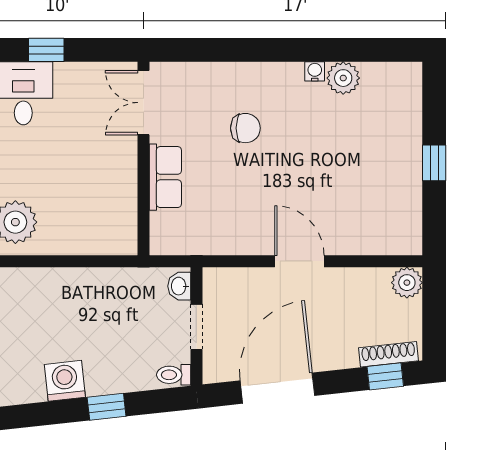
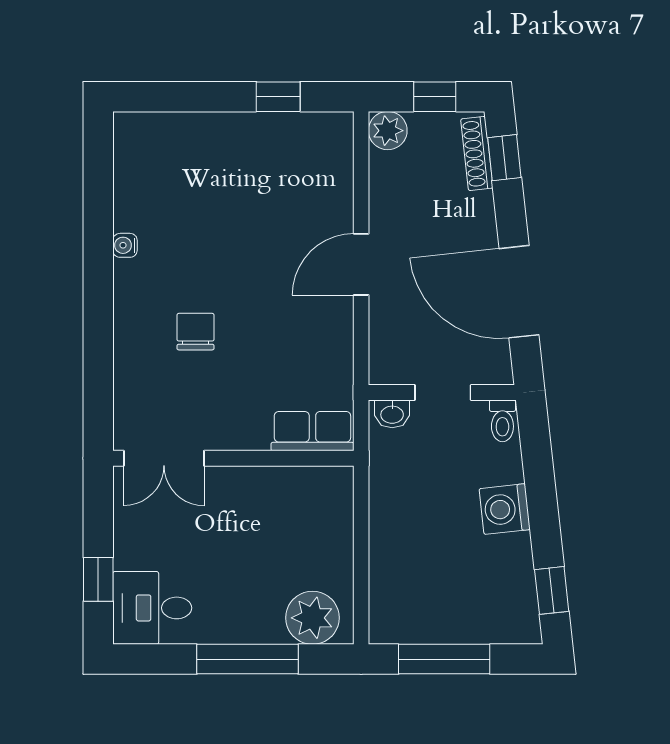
plant: (343, 78) -> (133, 210), removed
window: (434, 163) -> (278, 97), moved
row of seats: (165, 177) -> (312, 431), moved
window: (434, 320) -> (435, 97), added
washing machine: (65, 381) -> (505, 509), moved
window: (107, 407) -> (552, 590), moved

